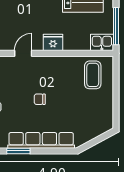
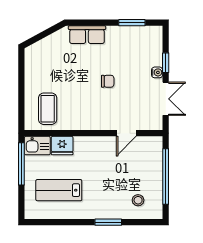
fridge: (53, 42) -> (62, 146), moved
row of seats: (41, 140) -> (87, 35), width x0.50

